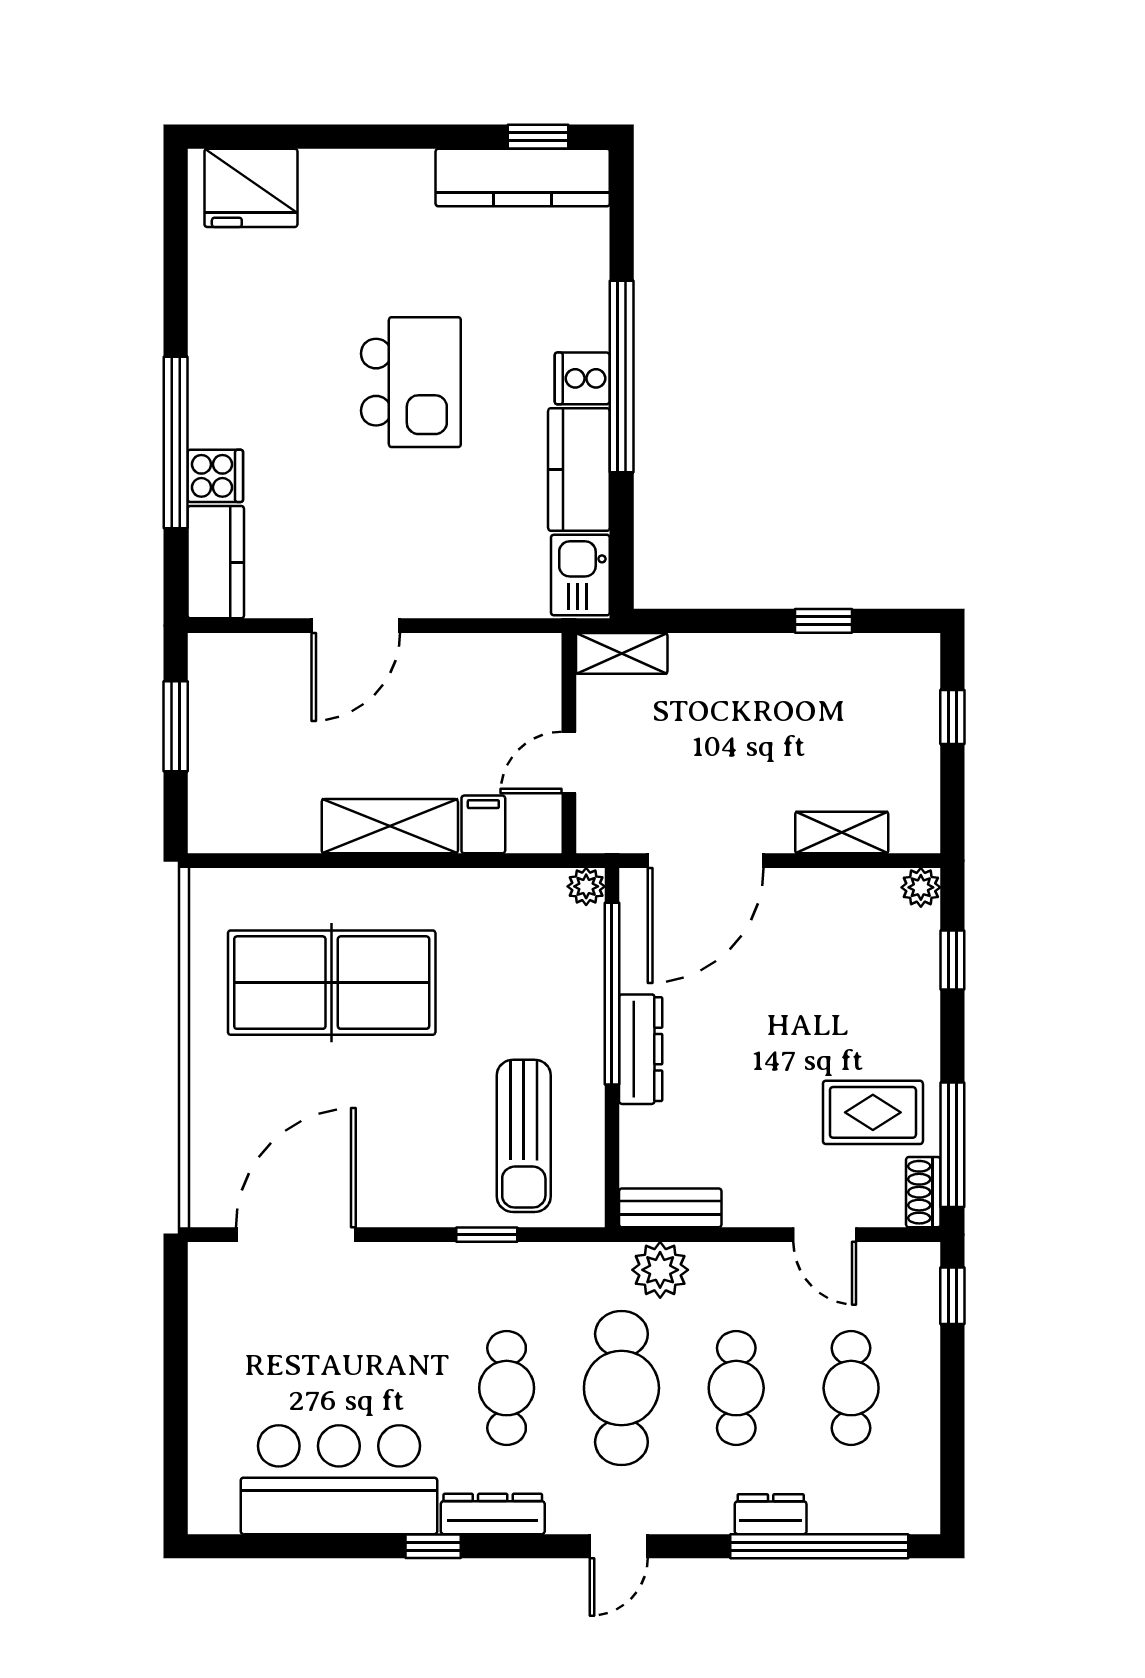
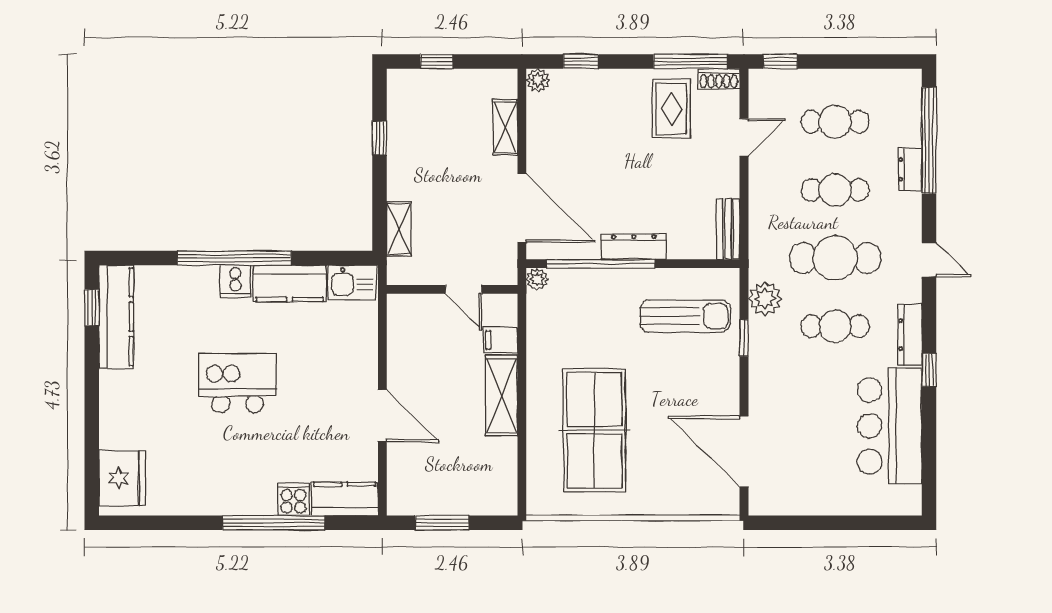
shelving: (622, 653) -> (399, 229), moved
plant: (660, 1270) -> (765, 299), moved

